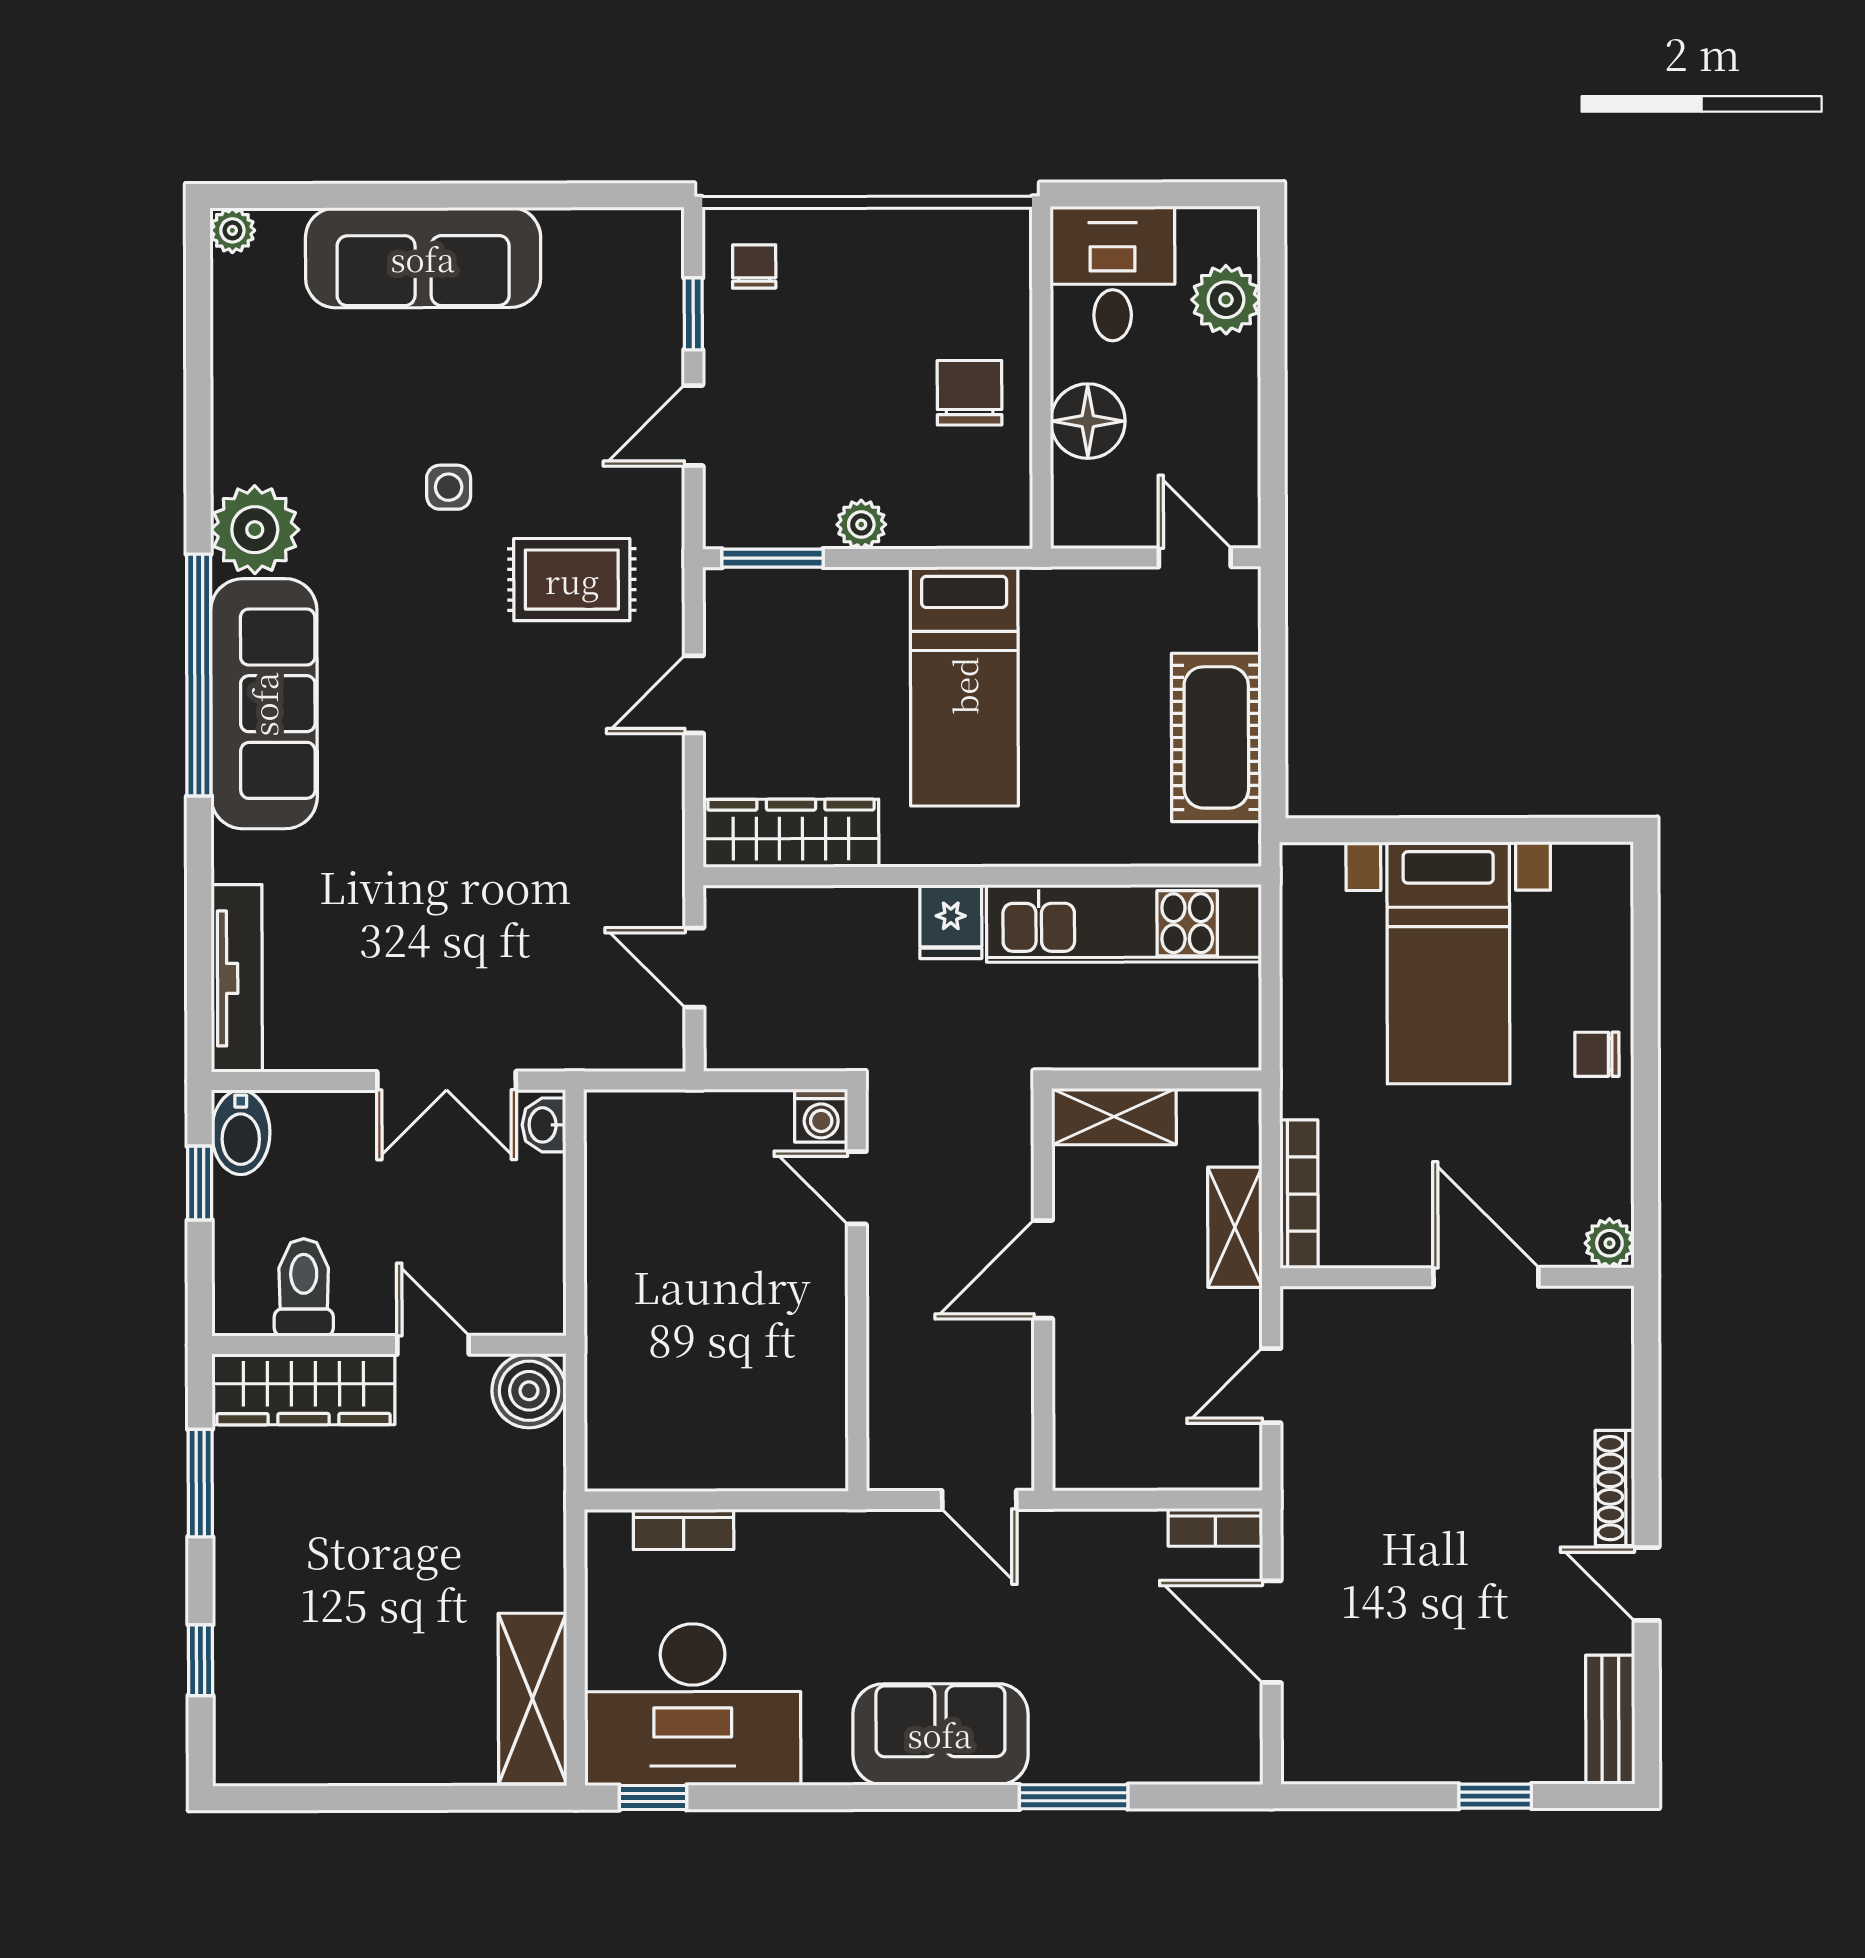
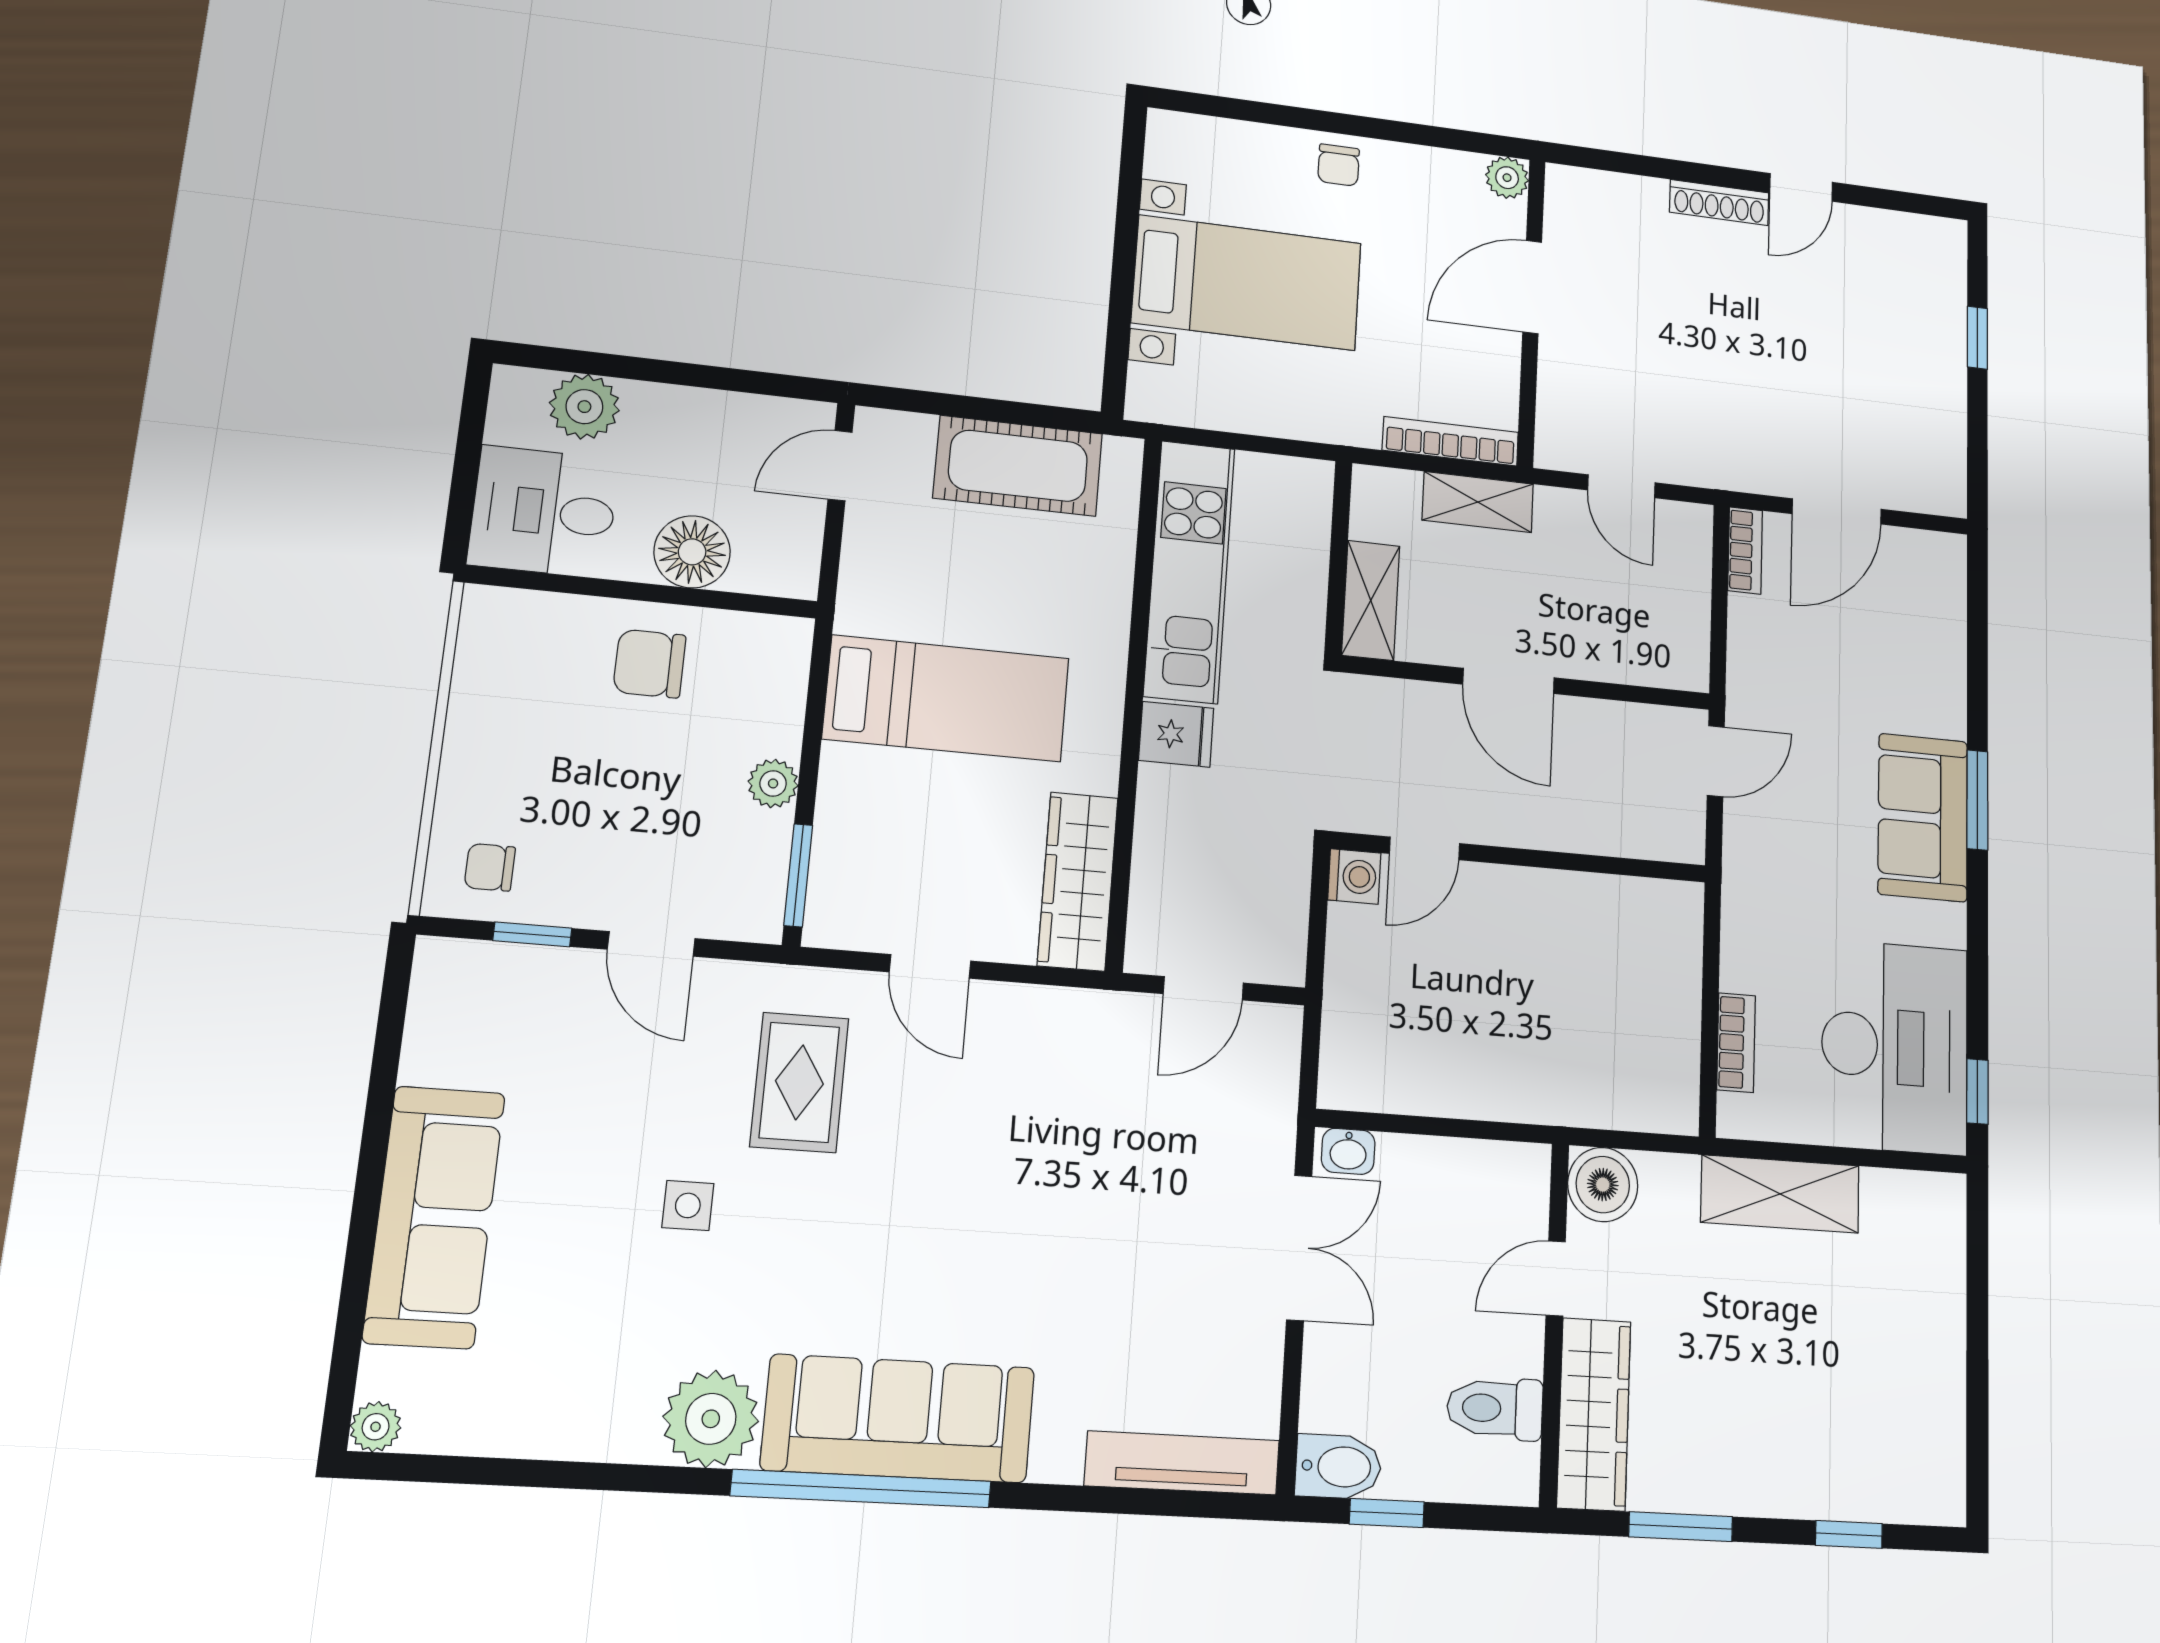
shelving: (533, 1699) -> (1780, 1194), moved
bench: (1610, 1720) -> (1914, 233), removed
window: (1074, 1797) -> (1977, 800), moved

